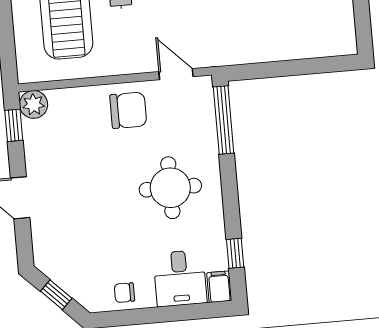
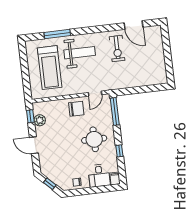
door: (176, 74) -> (95, 94), swing flipped
plant: (34, 104) -> (40, 120), moved
window: (235, 253) -> (119, 151), moved

